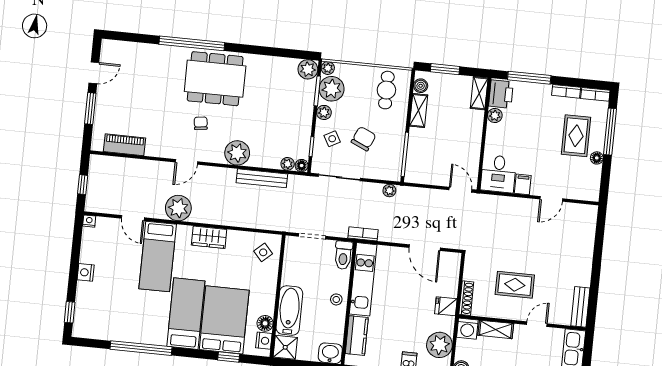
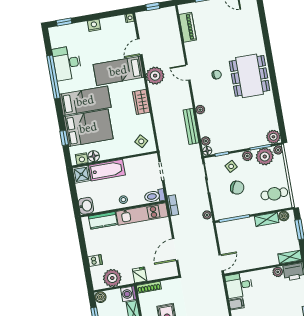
window: (192, 43) -> (269, 53), removed
plant: (237, 153) -> (200, 110), width x0.53, depth x0.53
desk: (127, 324) -> (67, 63), added

